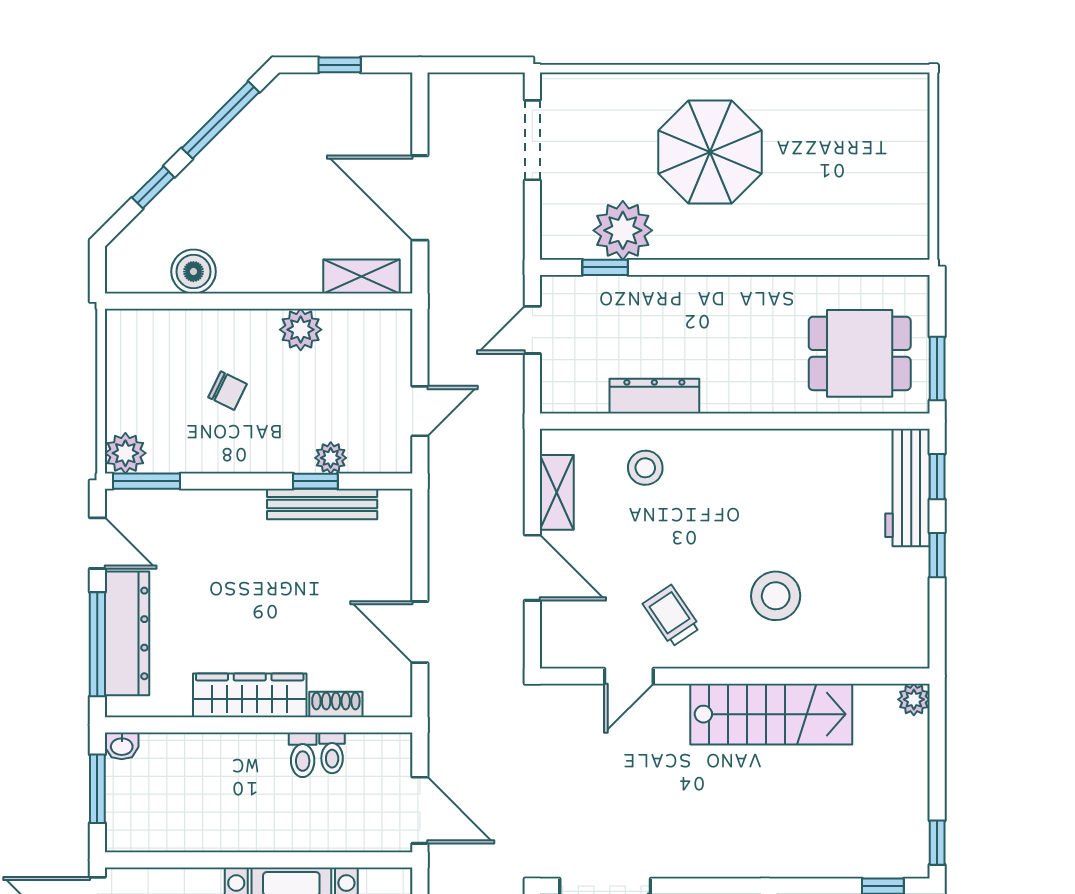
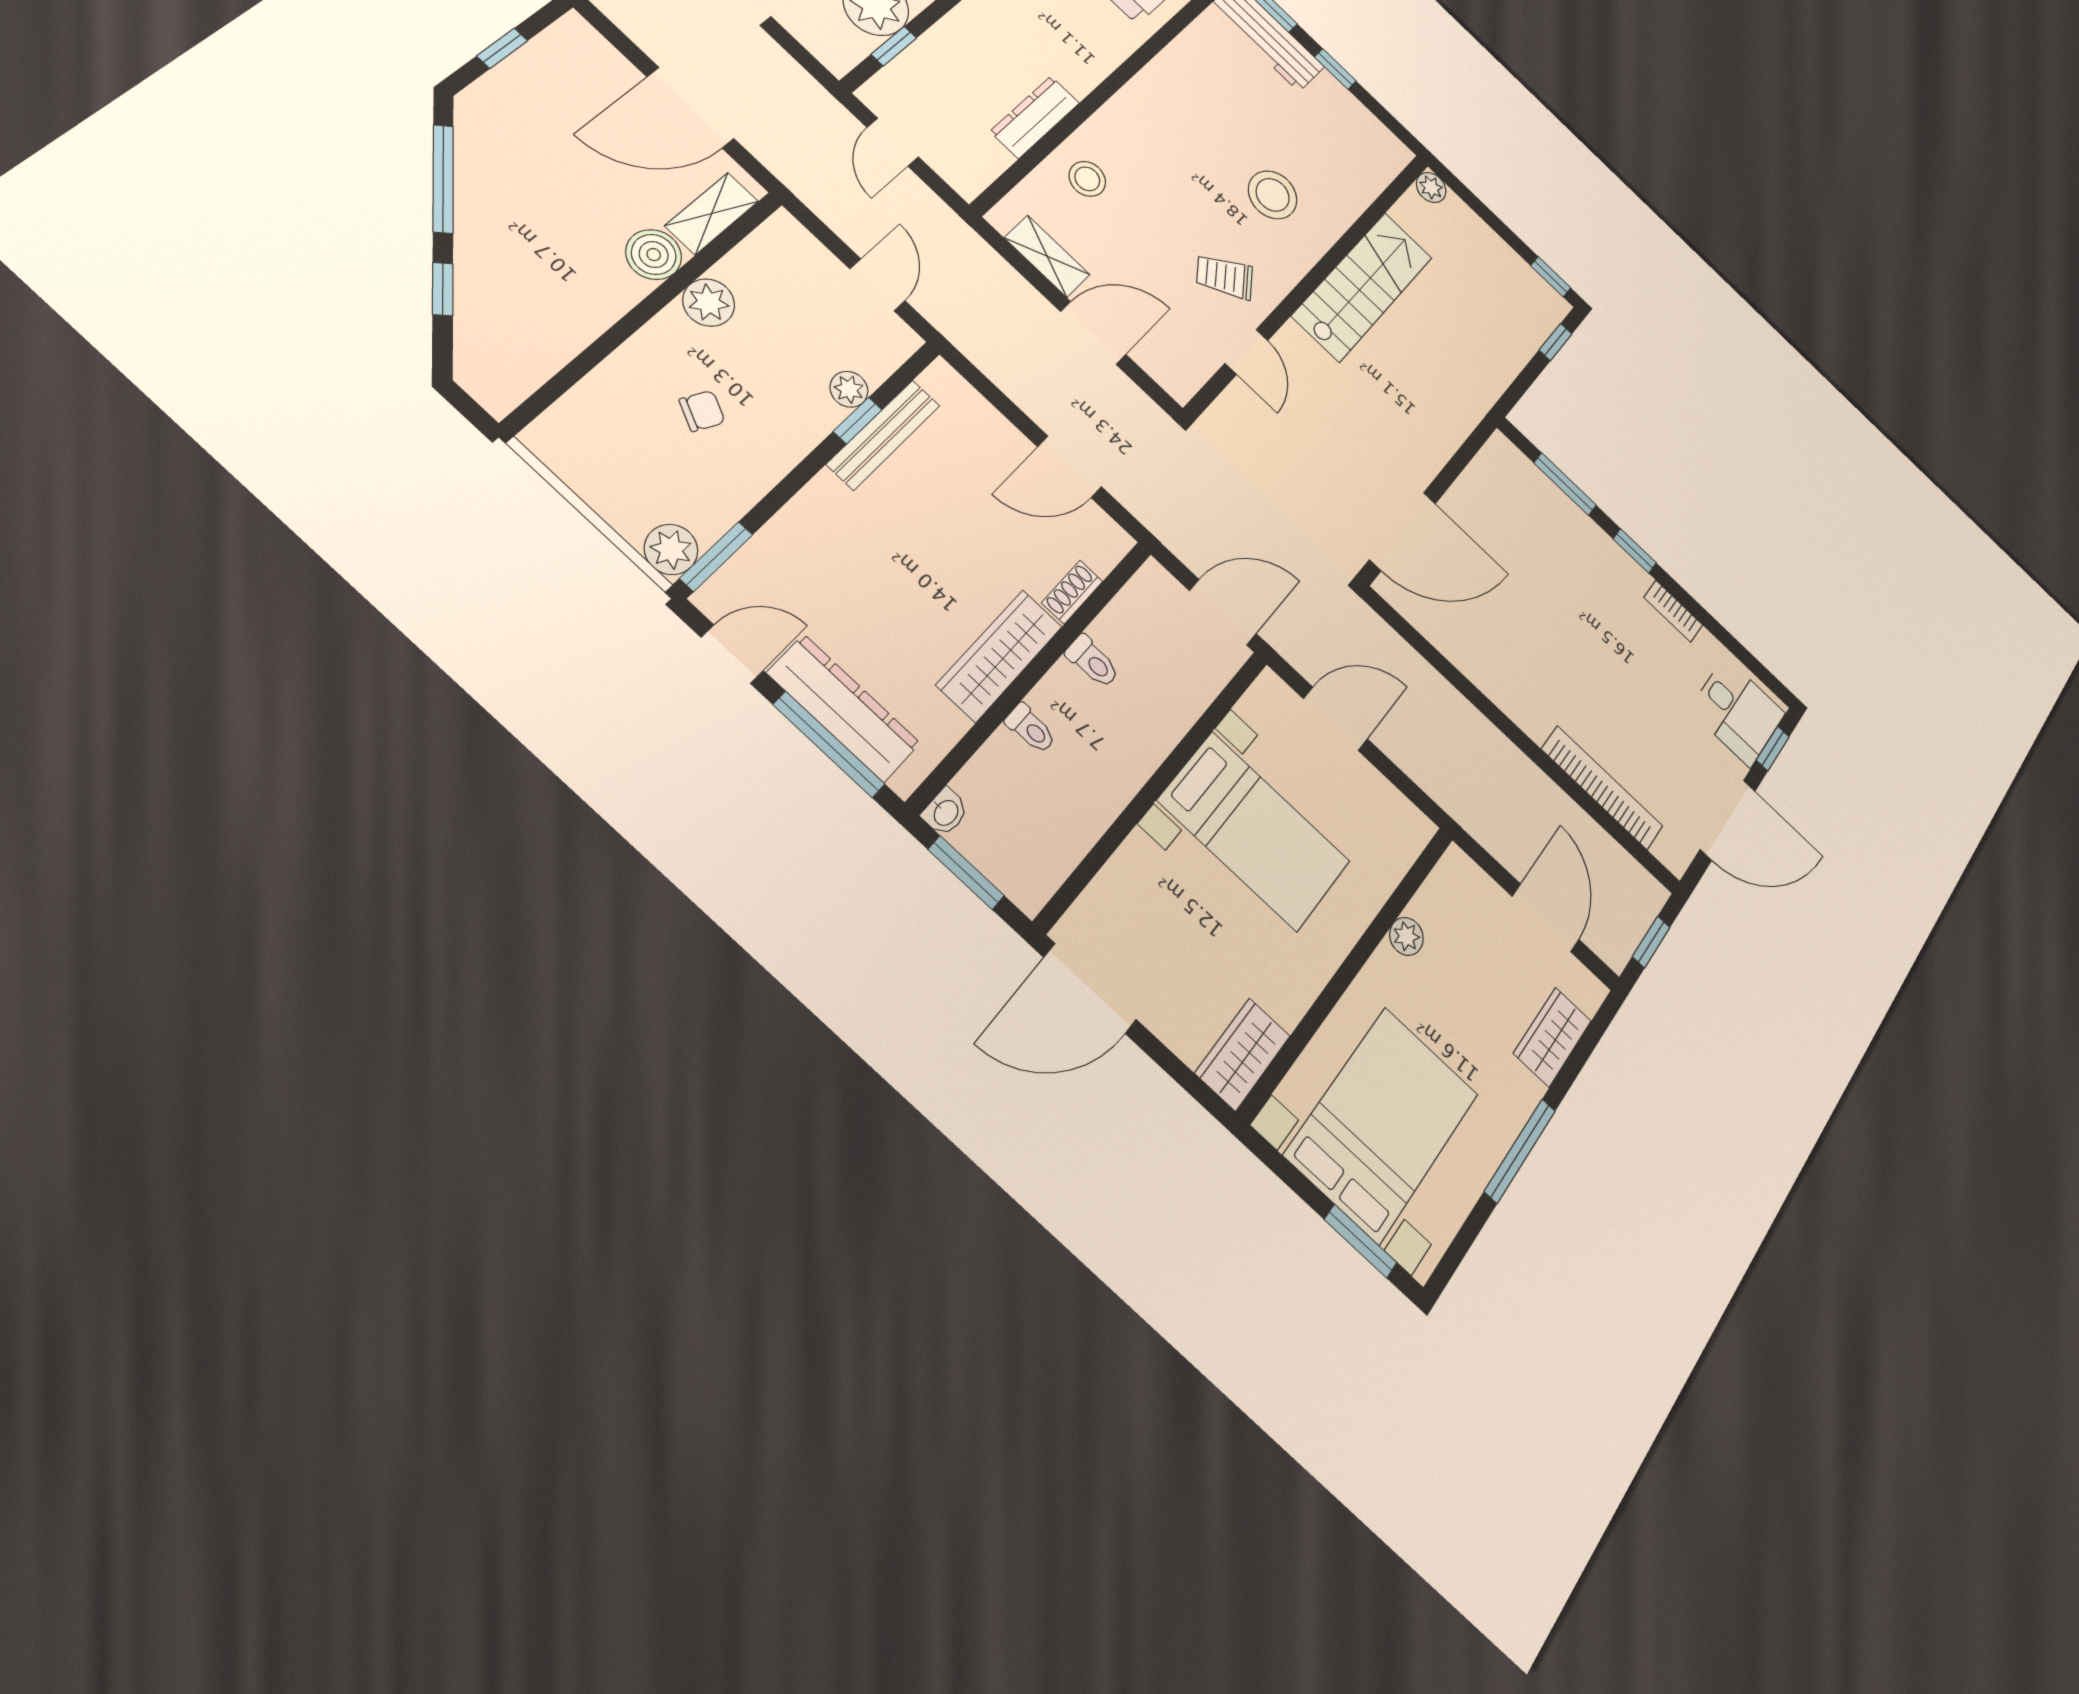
boiler: (193, 272) -> (654, 255), moved
toilet: (332, 753) -> (1031, 728), moved

